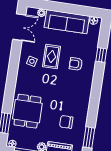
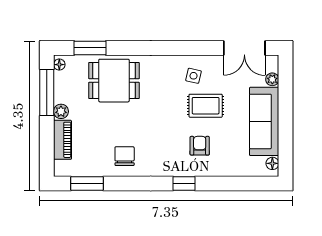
window: (101, 55) -> (184, 184), moved
chair: (66, 122) -> (125, 156), moved

